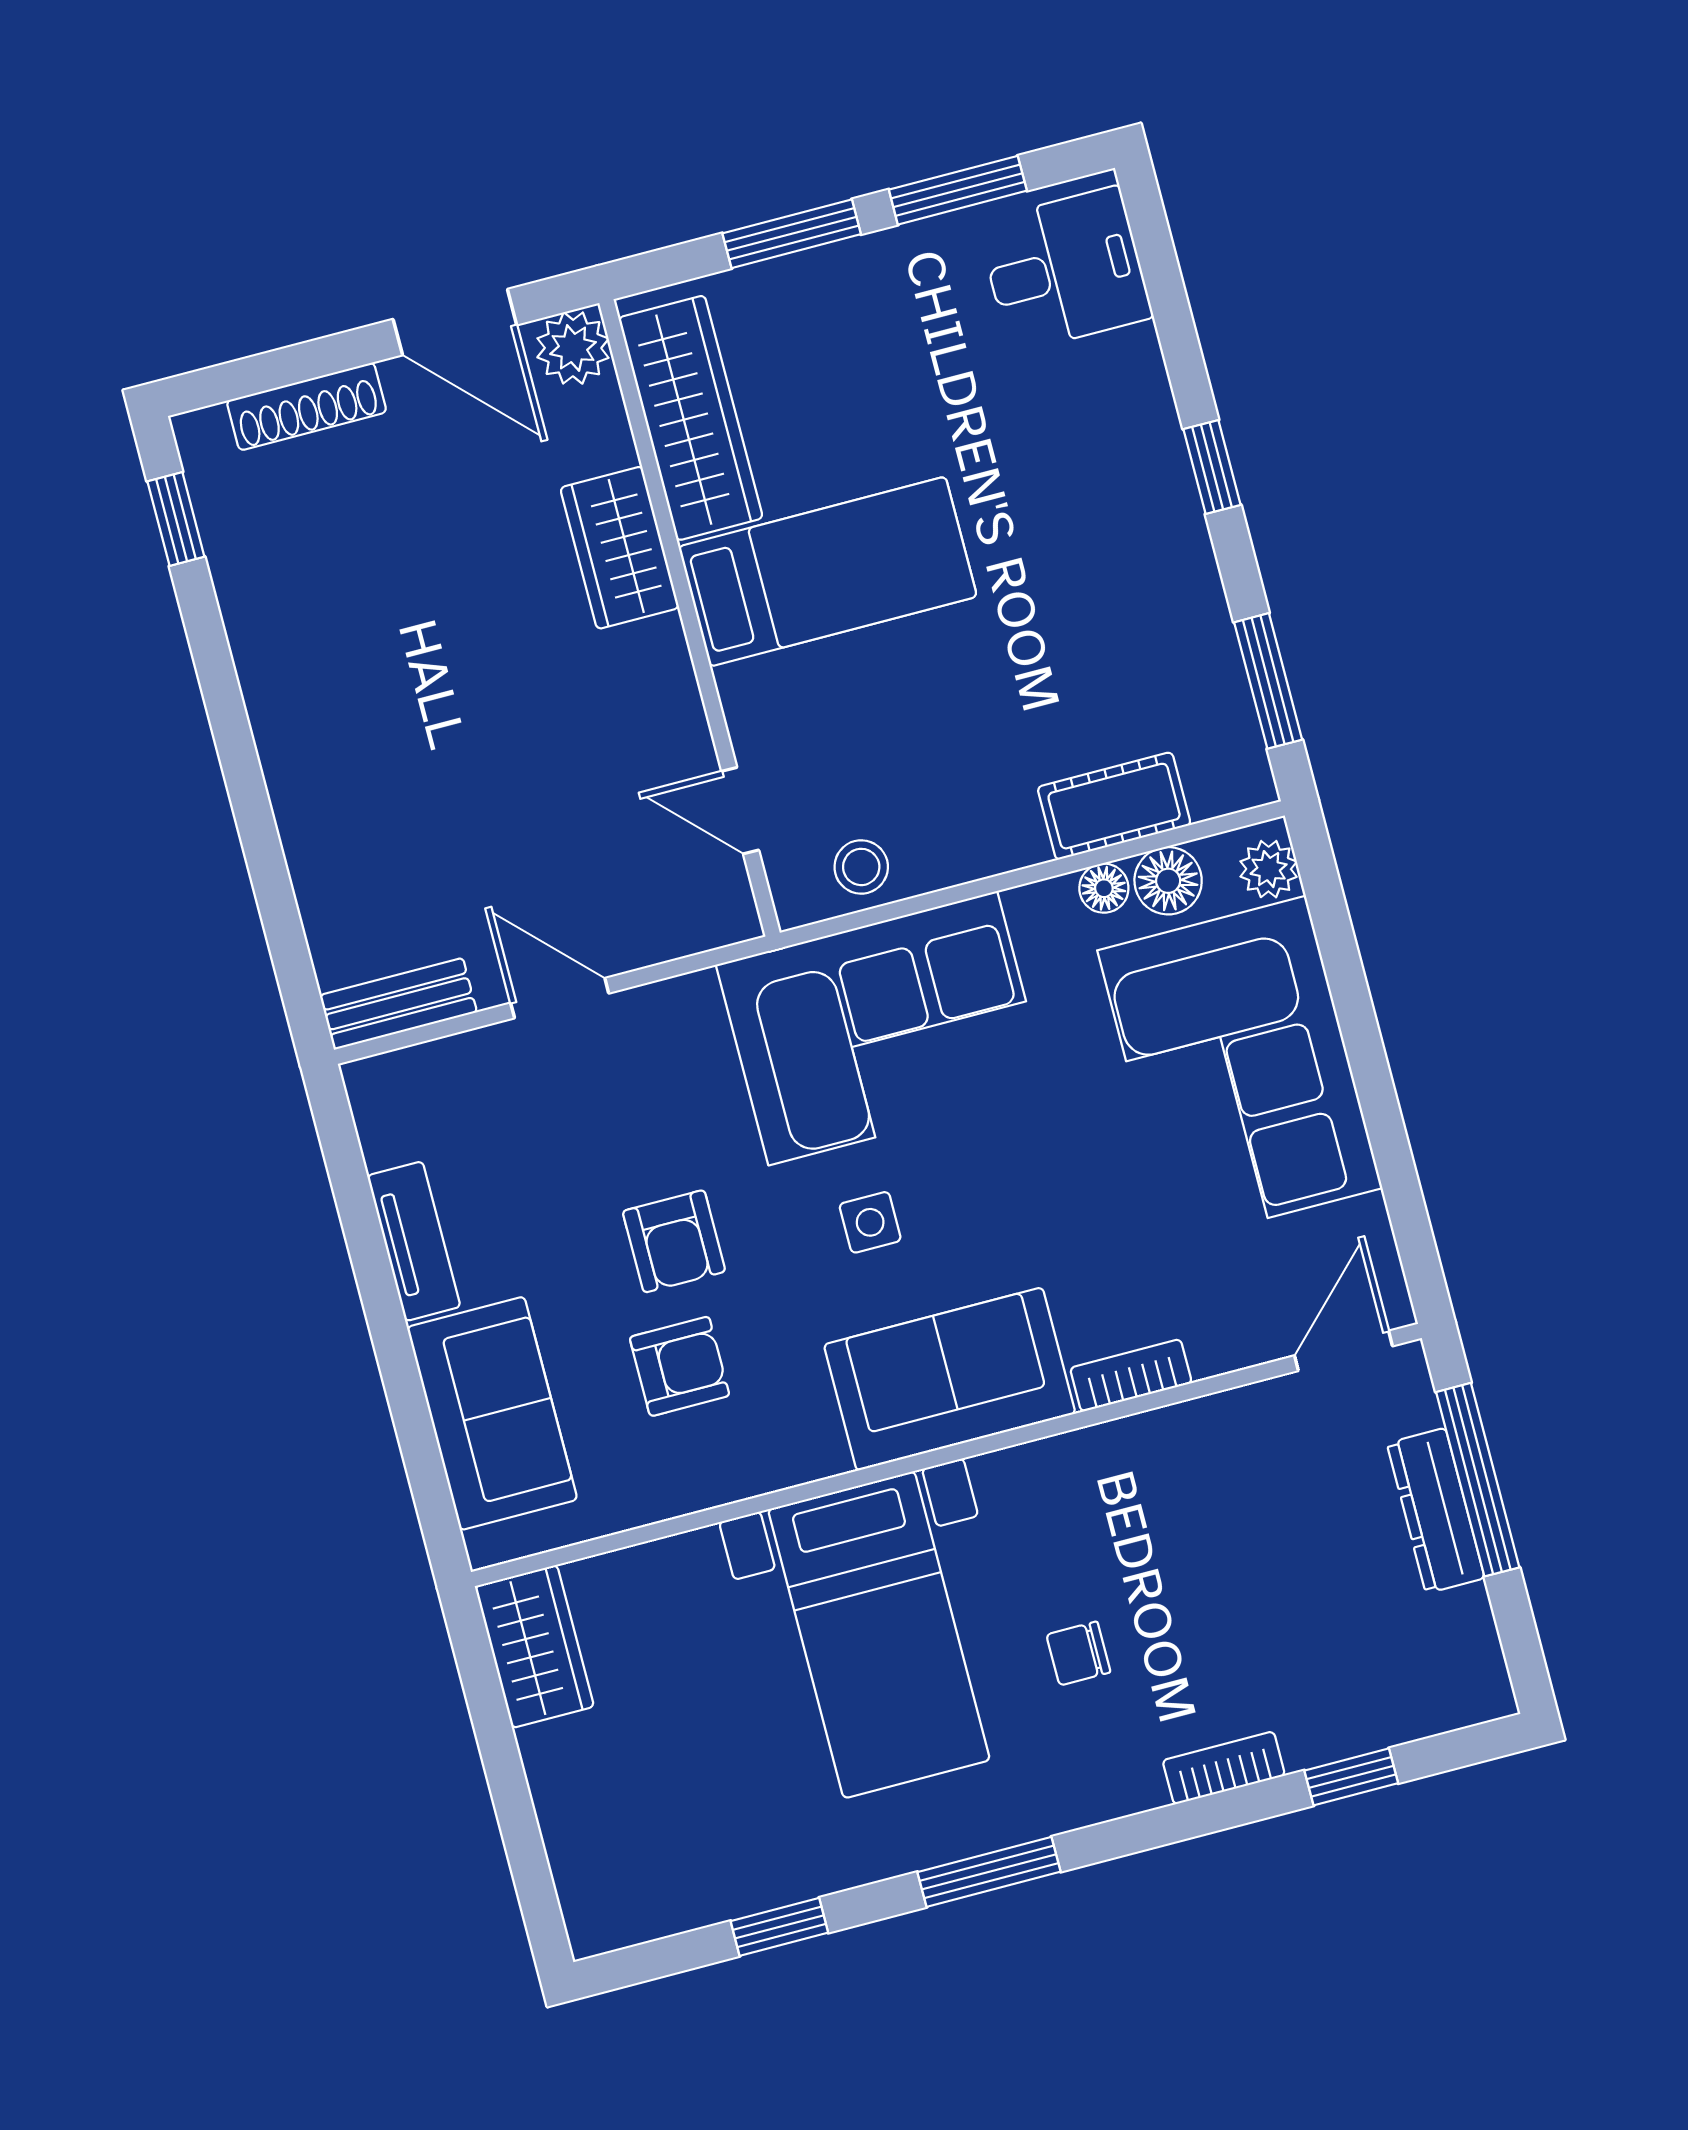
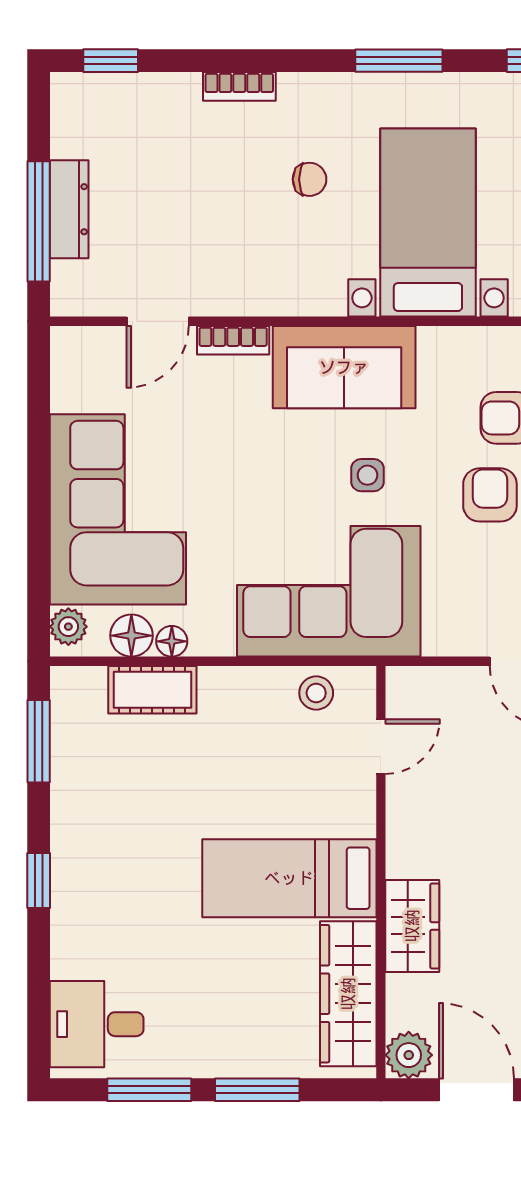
door: (740, 811) -> (381, 747), hinge flipped
door: (1344, 1351) -> (158, 321), moved
window: (1351, 1777) -> (111, 61), moved

